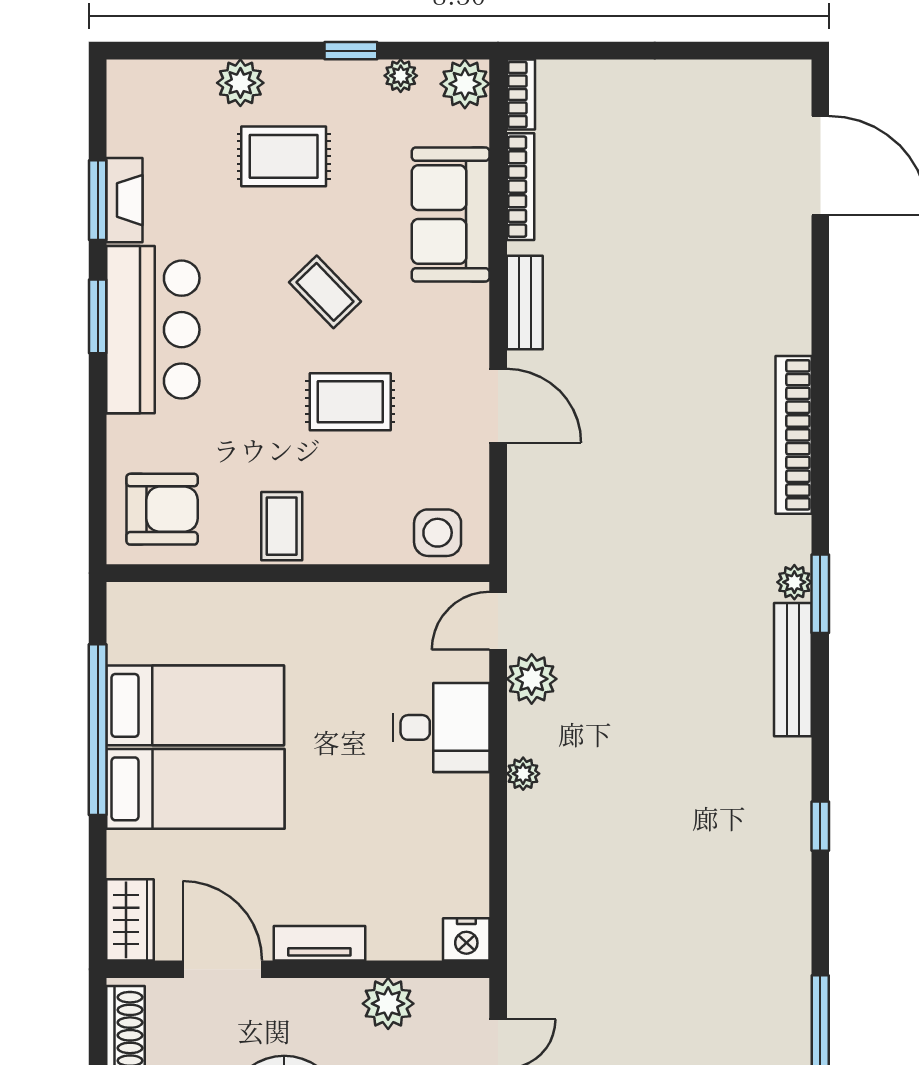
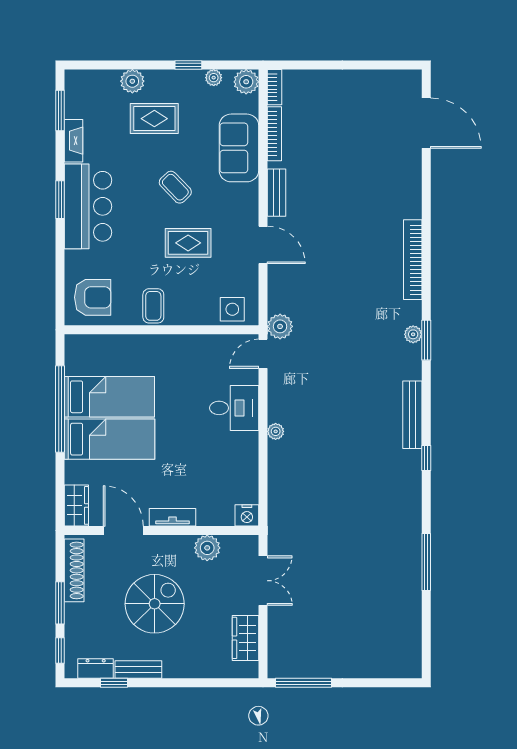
window: (98, 200) -> (60, 110), moved
bench: (793, 670) -> (412, 415), moved
plant: (532, 679) -> (280, 326), moved

